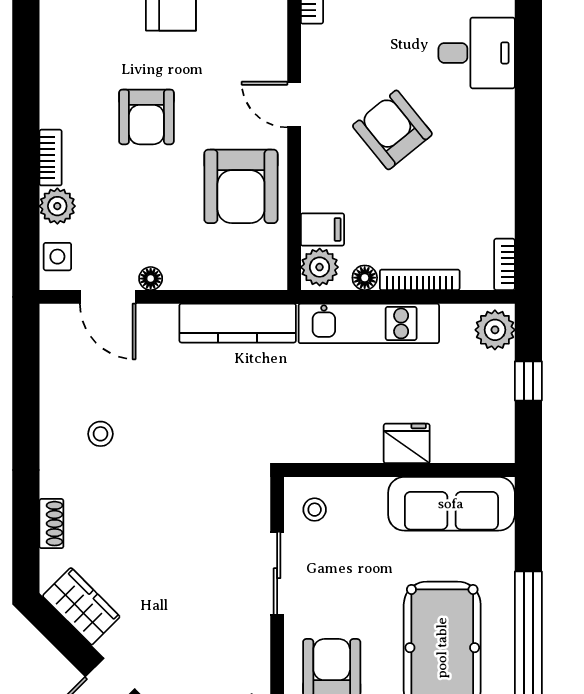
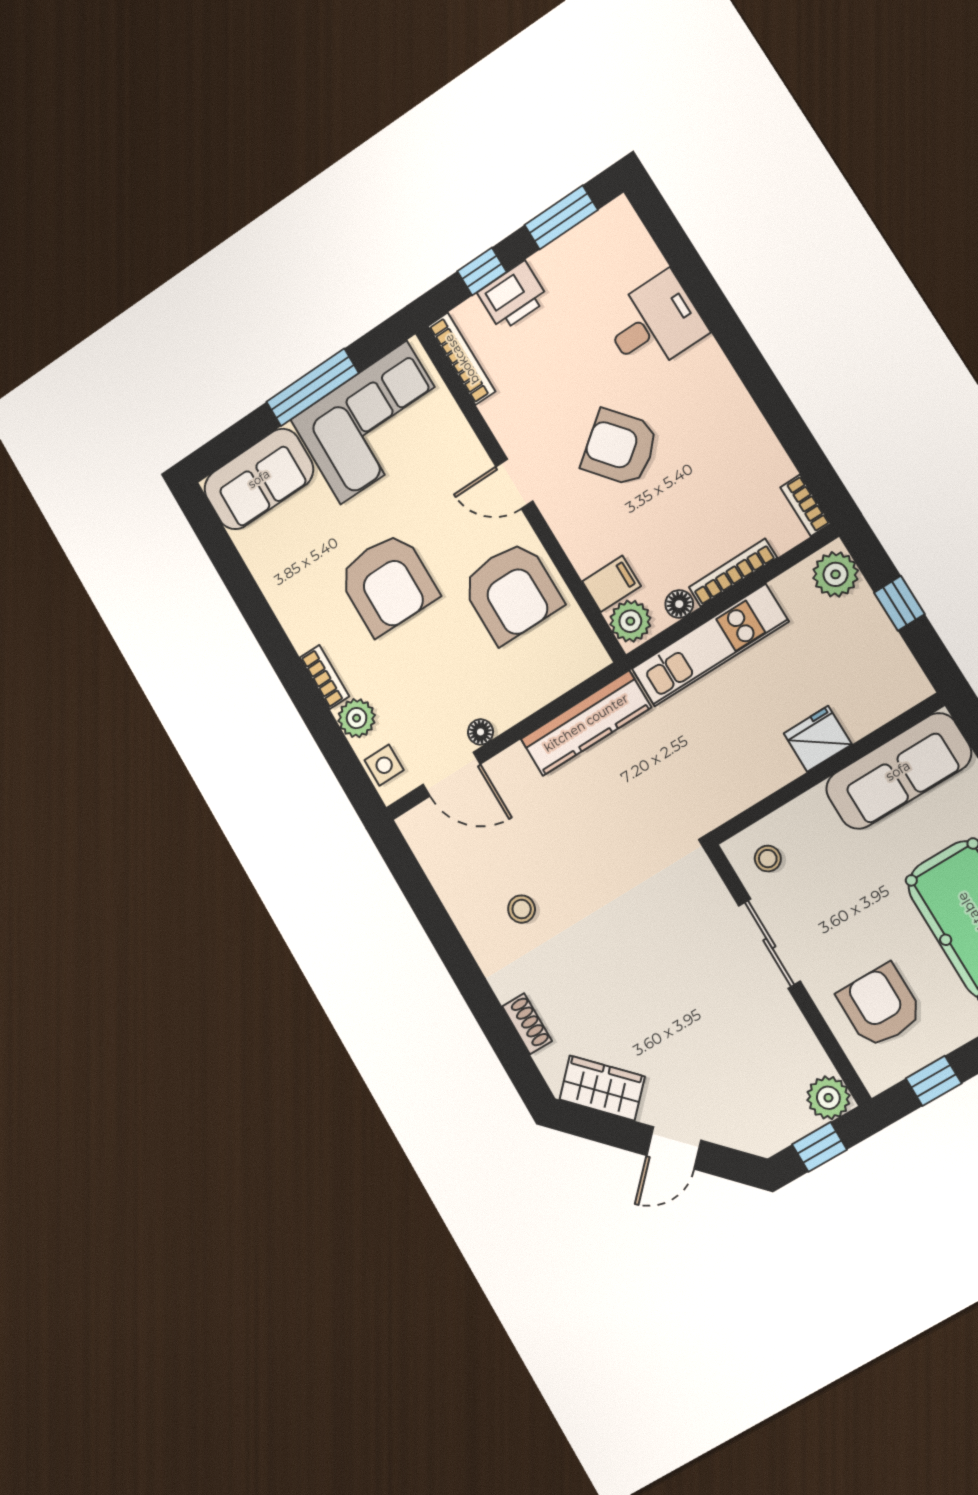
armchair: (146, 117) -> (388, 583), width x1.36, depth x1.36

